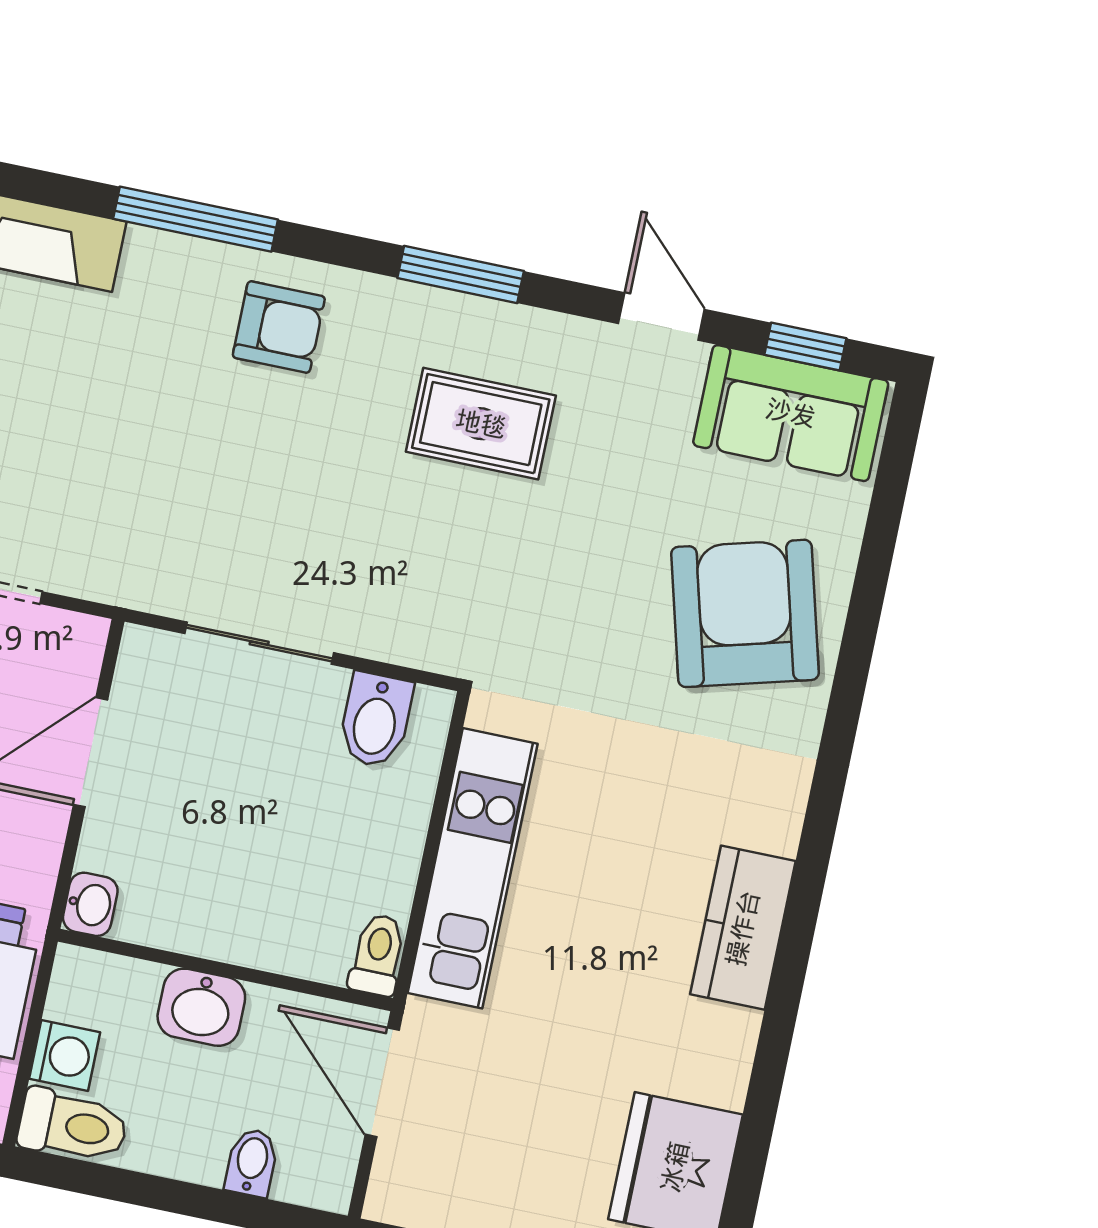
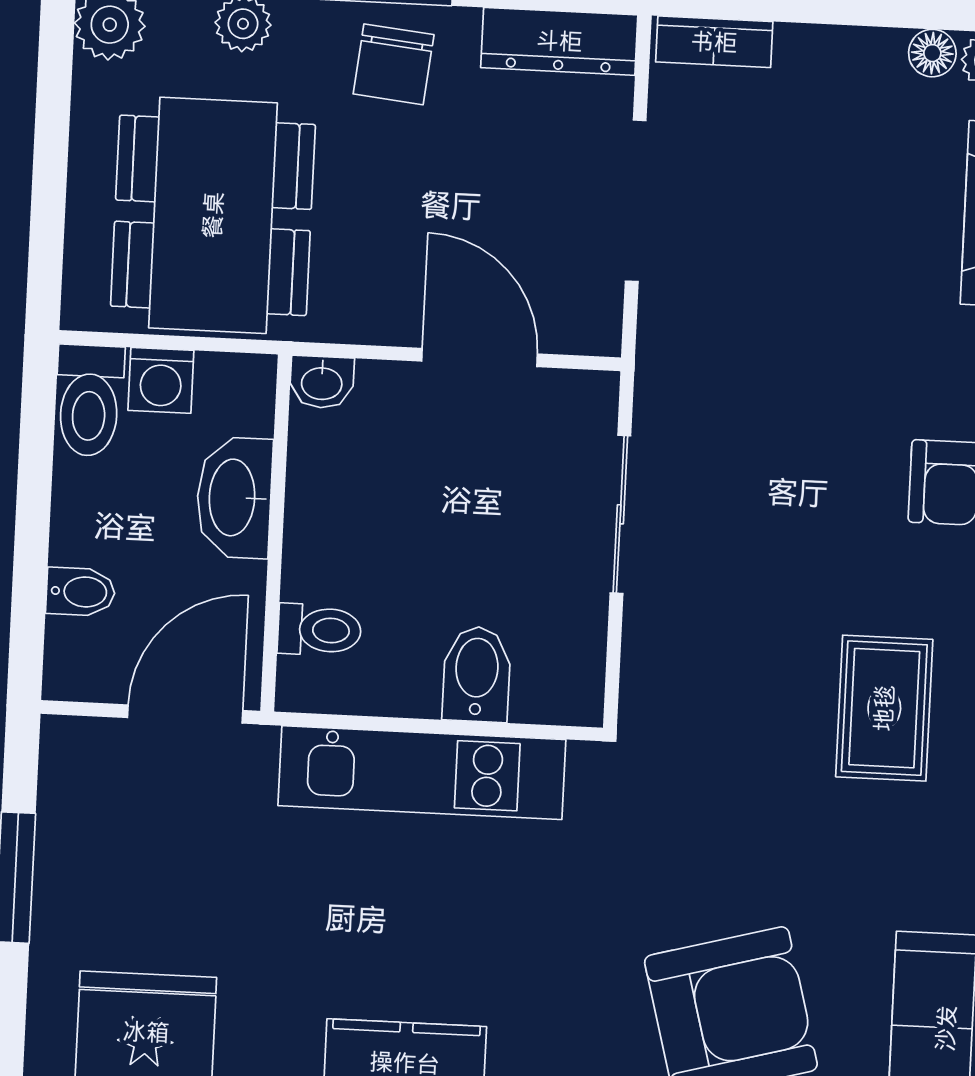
bidet: (376, 720) -> (477, 674), moved, turned 90
toilet: (378, 955) -> (319, 630), moved
washbasin: (201, 1007) -> (234, 498), width x1.38

